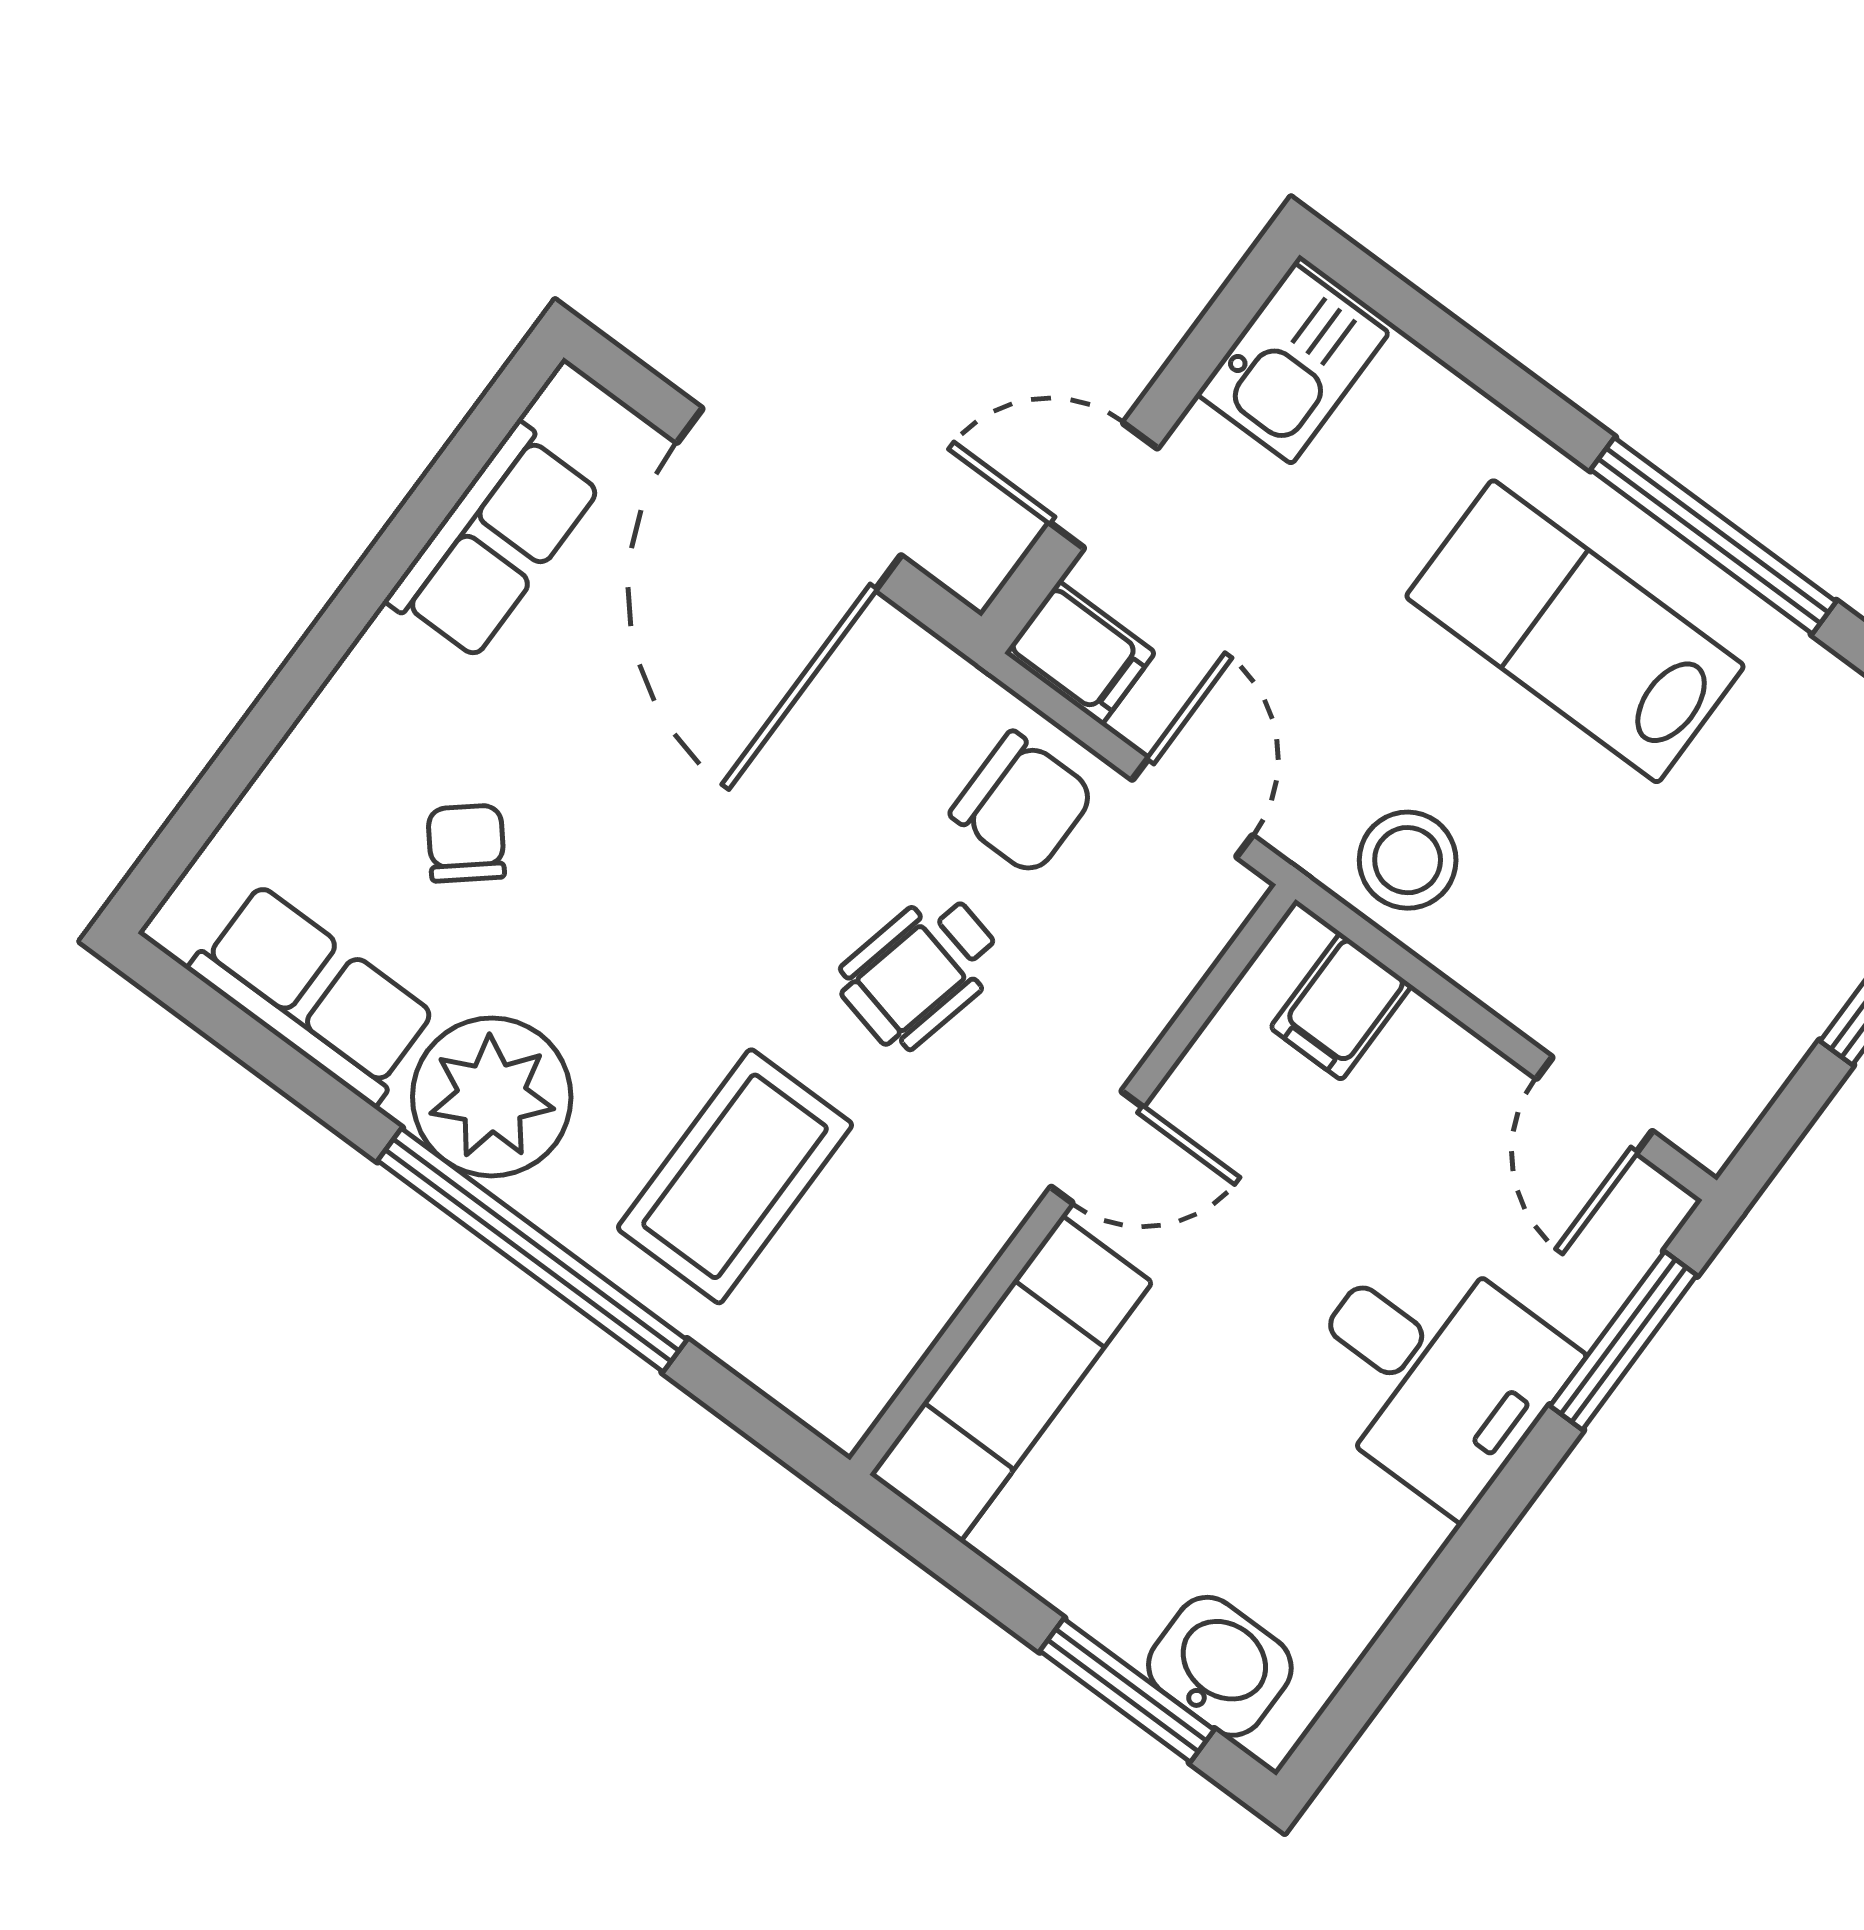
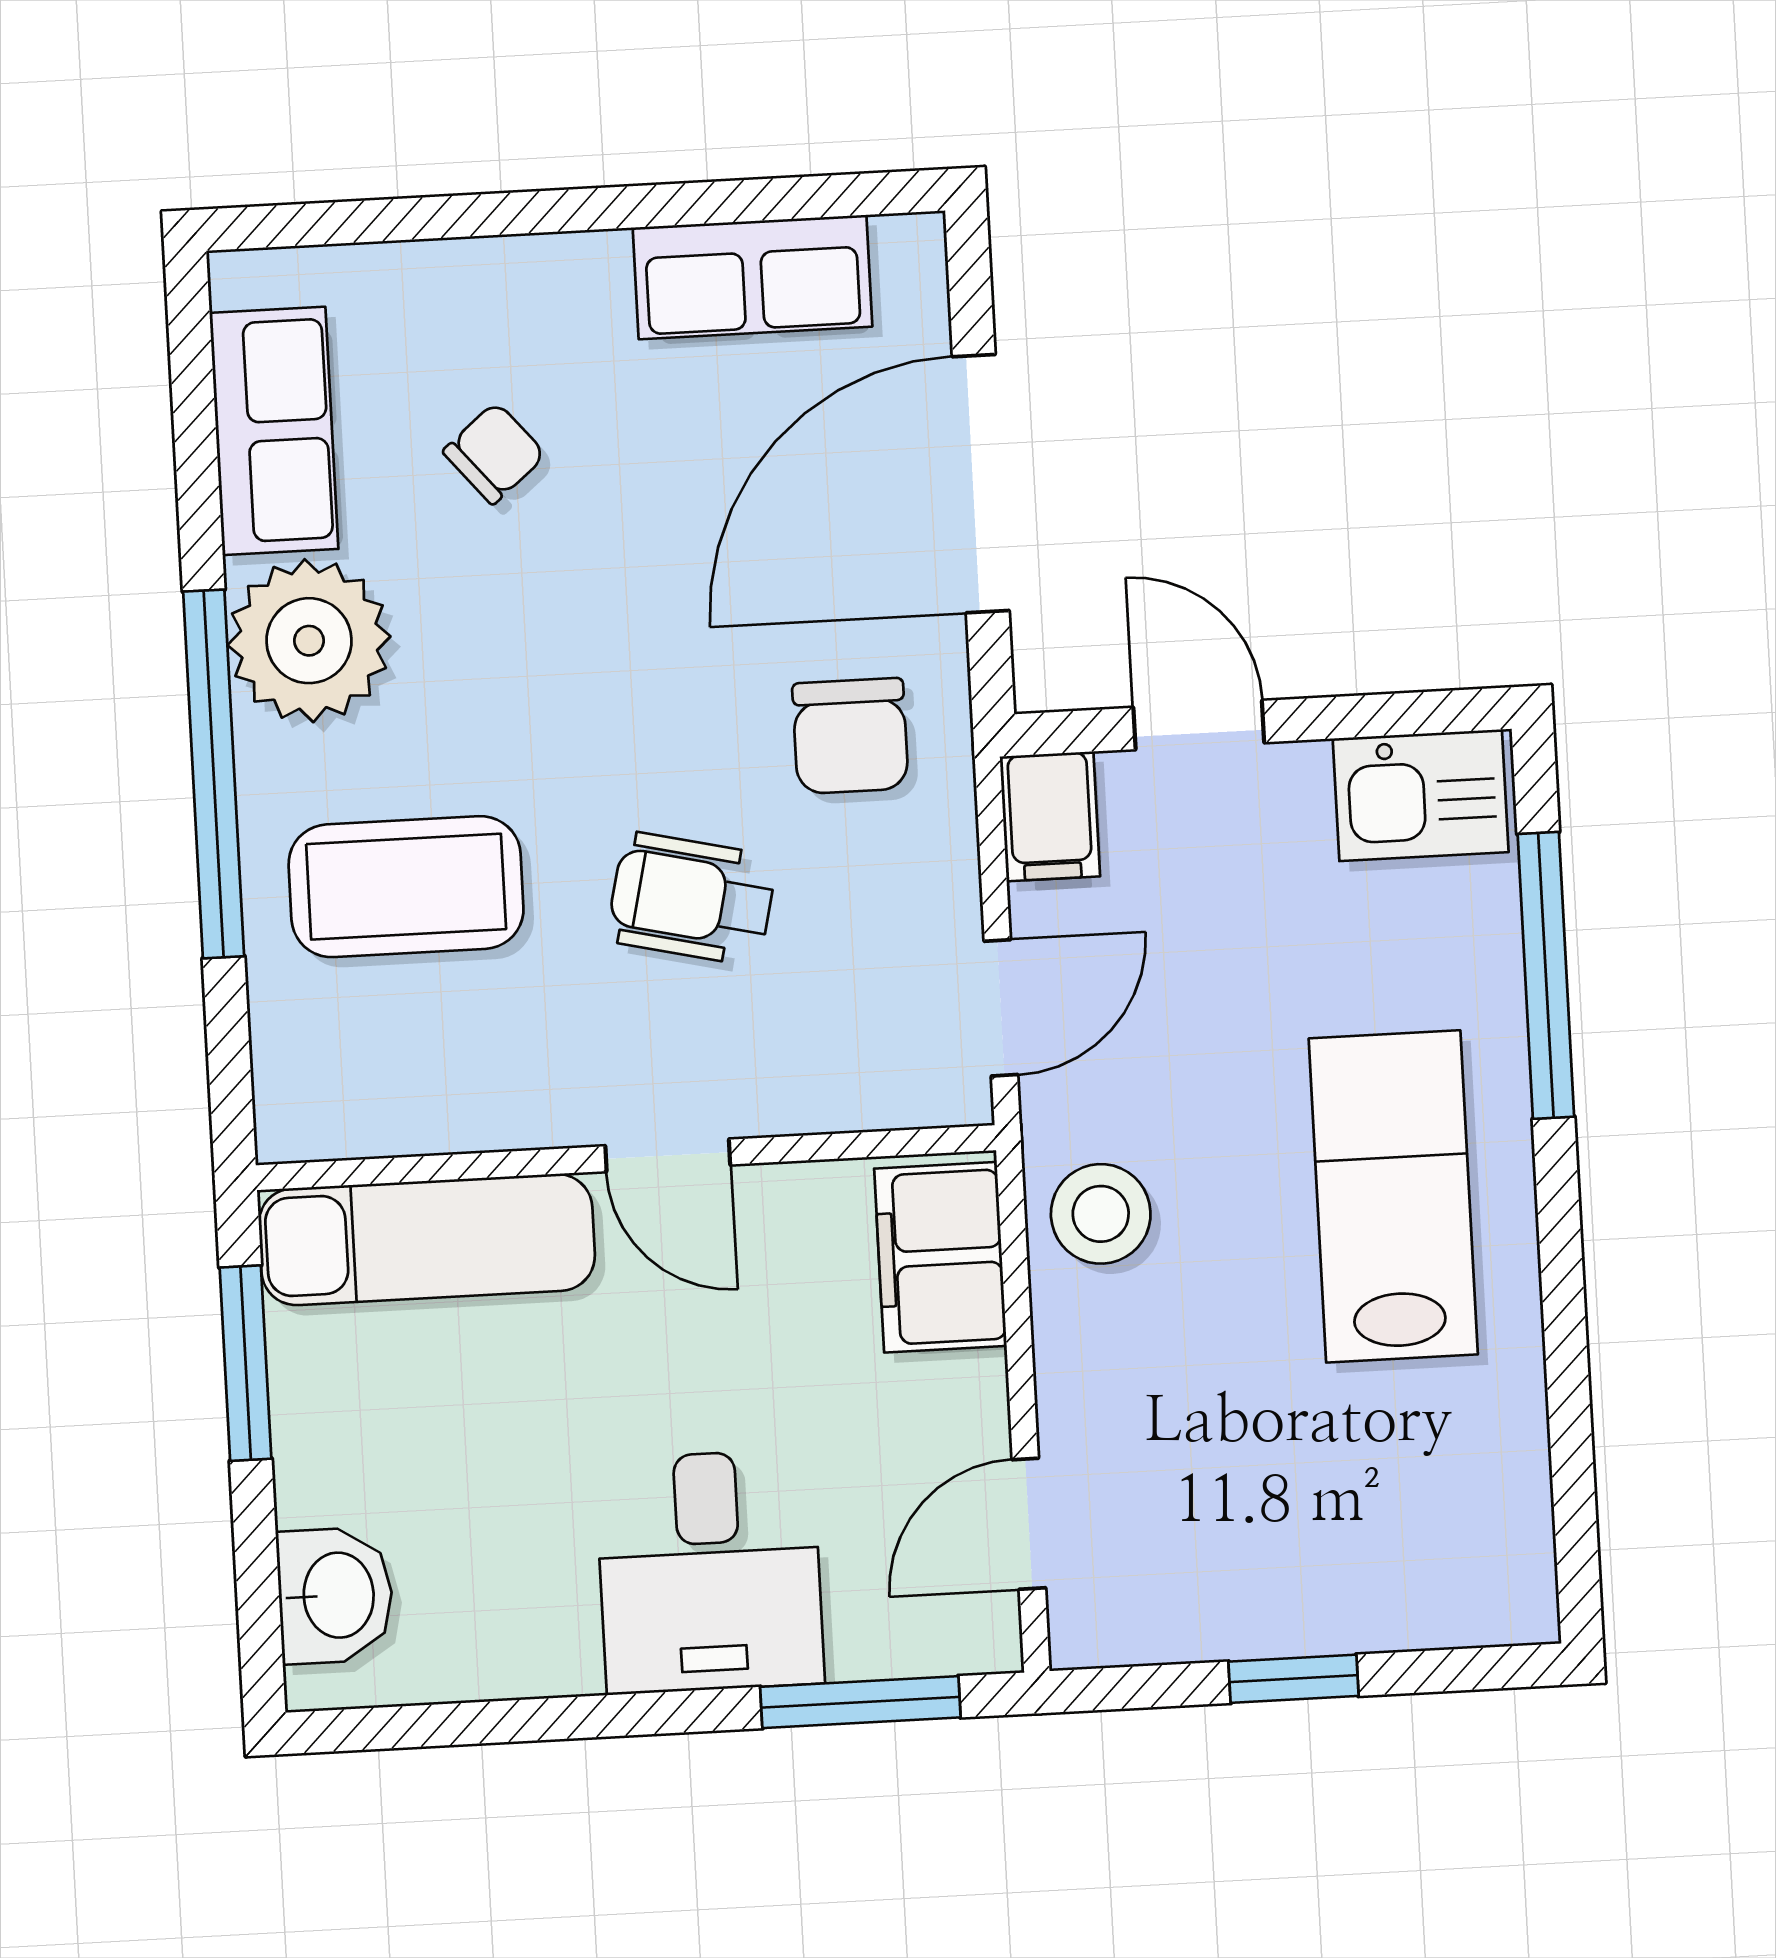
window: (1713, 536) -> (1546, 975), moved
chair: (1023, 803) -> (850, 736), moved
filing cabinet: (1341, 1006) -> (940, 1257), width x2.00
window: (1127, 1690) -> (246, 1363), moved

